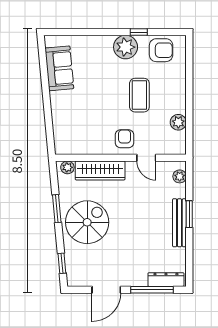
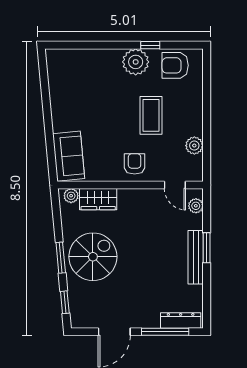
armchair: (161, 50) -> (175, 65), turned 180
sofa: (59, 68) -> (69, 156), moved
door: (146, 158) -> (175, 185), moved
wardrobe: (100, 170) -> (98, 199), width x0.67
window: (57, 209) -> (61, 258), moved

